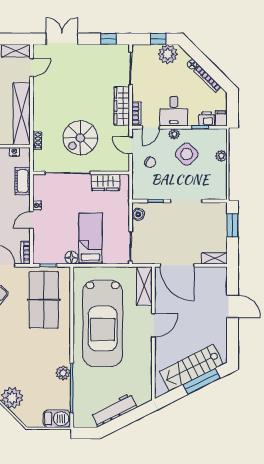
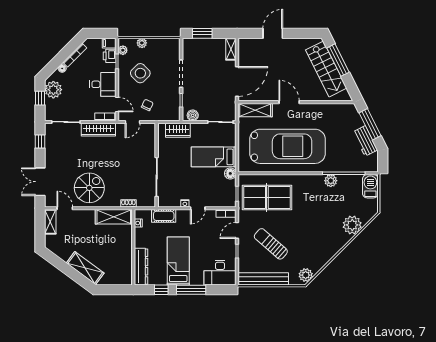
shelving: (22, 114) -> (114, 217), width x0.68
plant: (174, 134) -> (123, 50), moved
spiral stairs: (80, 138) -> (89, 188), moved, turned -90
wardrobe: (105, 182) -> (178, 130), moved, turned 90
door: (31, 220) -> (198, 208), hinge flipped
workbench: (114, 410) -> (365, 141), width x0.73
window: (128, 418) -> (370, 124), added

